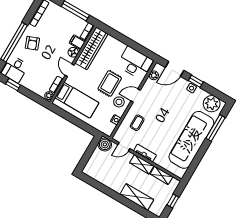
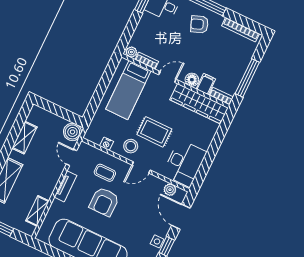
door: (136, 95) -> (141, 168), swing flipped
armchair: (159, 125) -> (104, 202), added
shelving: (142, 164) -> (24, 138), moved

